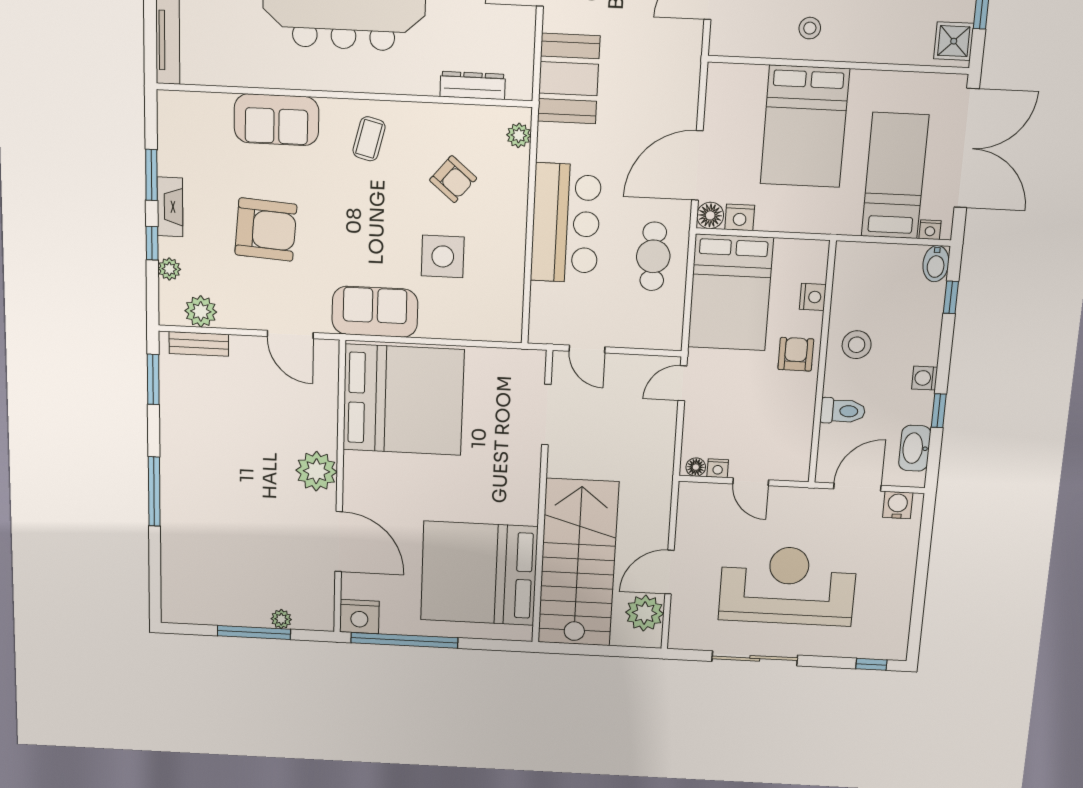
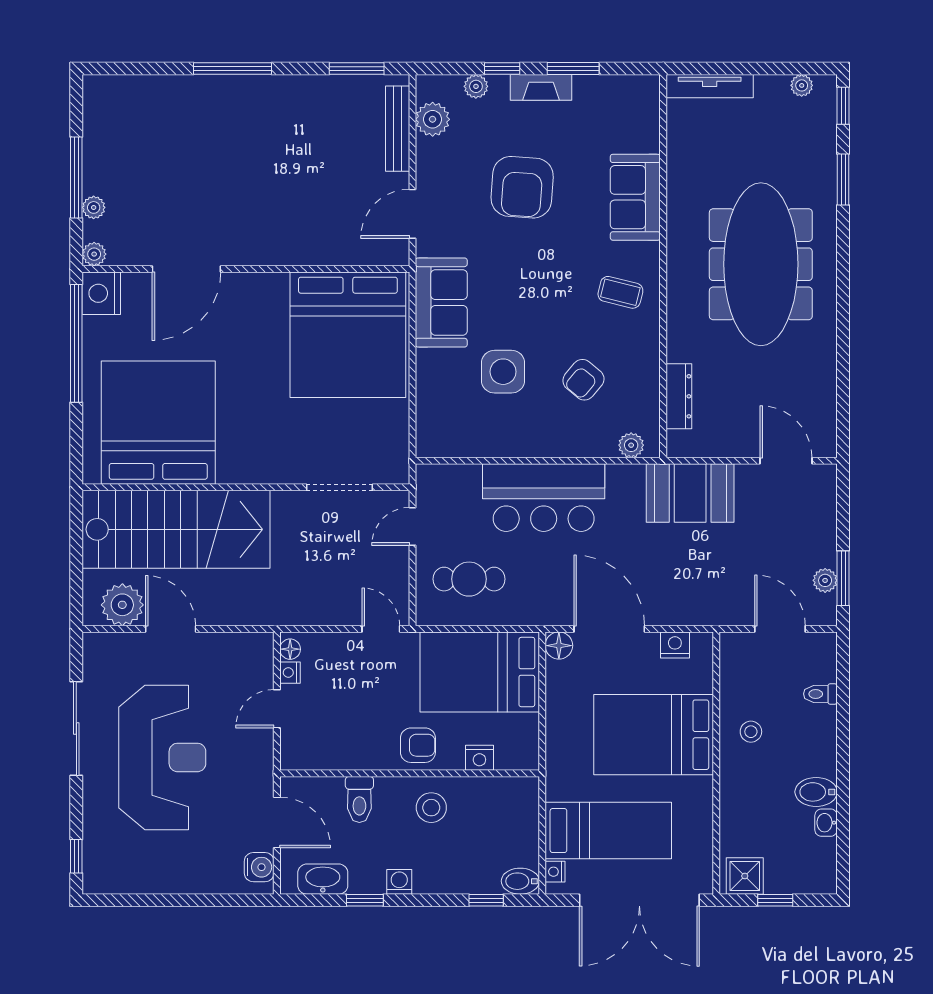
nightstand: (740, 217) -> (675, 645), moved, turned 90
cafe table: (653, 256) -> (469, 579), moved
bench: (199, 344) -> (398, 129), width x1.36
plant: (316, 471) -> (94, 254), moved, width x0.53, depth x0.53

